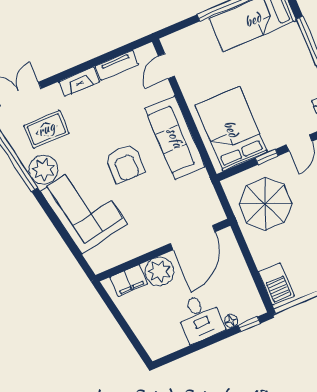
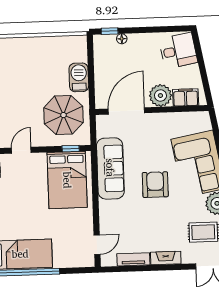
sofa: (175, 138) -> (110, 168), moved
window: (267, 157) -> (71, 149), moved
barbecue: (276, 284) -> (79, 77), moved
desk: (200, 318) -> (178, 51), moved, turned 80

